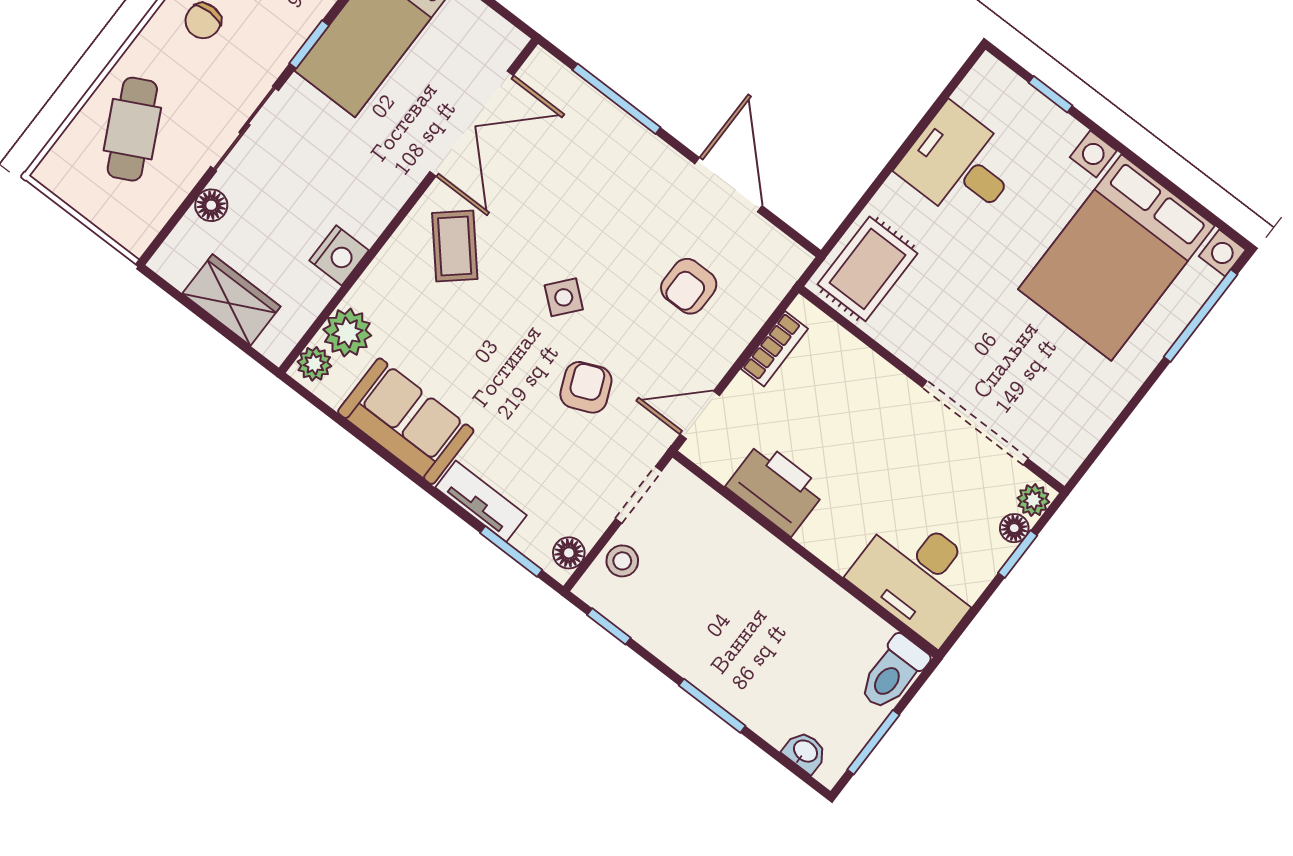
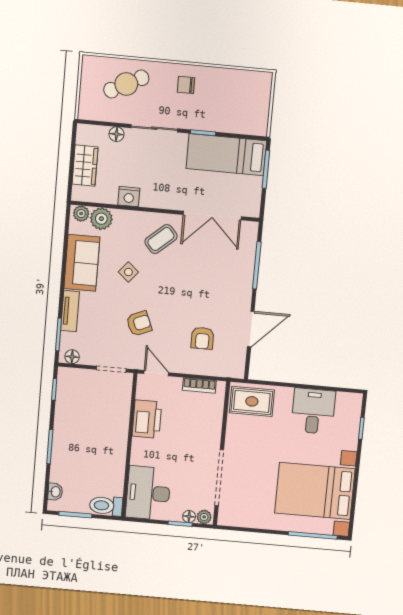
armchair: (689, 286) -> (202, 338), turned -90
side table: (564, 297) -> (128, 272), moved
stool: (622, 561) -> (82, 379), removed

